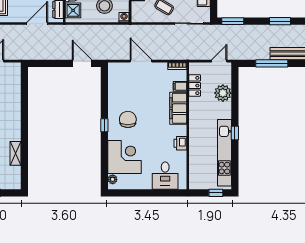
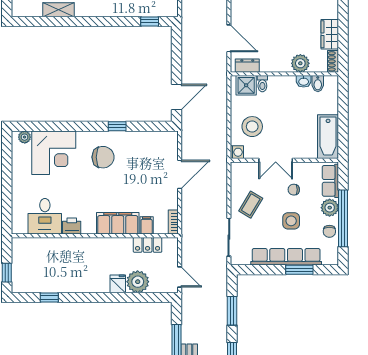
window: (233, 21) -> (232, 311), moved
window: (24, 84) -> (150, 21), added
fridge: (224, 108) -> (118, 284), added
window: (104, 125) -> (117, 126), moved
window: (235, 133) -> (49, 297), moved
kitchen unit: (224, 153) -> (59, 284), removed
desk: (165, 176) -> (45, 216), moved, turned -90

